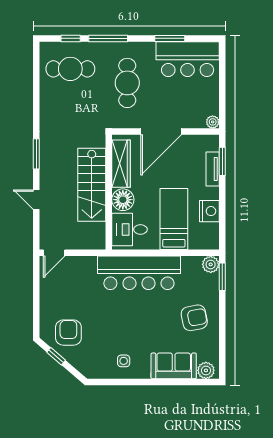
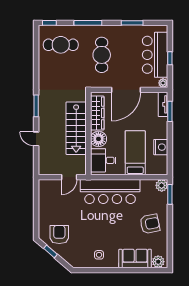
window: (71, 38) -> (49, 23), moved
bar counter: (188, 59) -> (155, 55), moved, turned 90
window: (222, 88) -> (170, 58), added
tv unit: (213, 169) -> (163, 104), moved
door: (54, 253) -> (69, 177), moved

